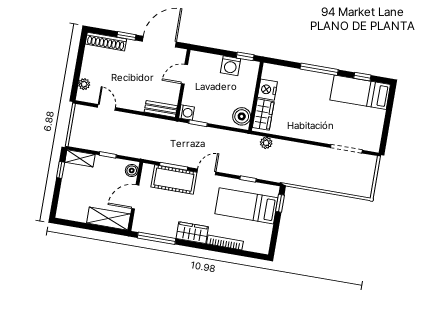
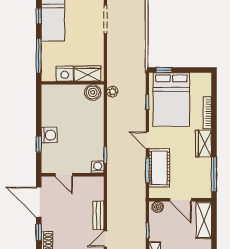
window: (245, 56) -> (39, 144), moved
nightstand: (267, 90) -> (65, 74), moved
wall: (256, 96) -> (73, 83), moved
bench: (161, 109) -> (98, 215), moved
wardrobe: (263, 115) -> (88, 74), moved
boiler: (242, 116) -> (93, 92), moved
bed: (246, 206) -> (171, 99), width x1.50

